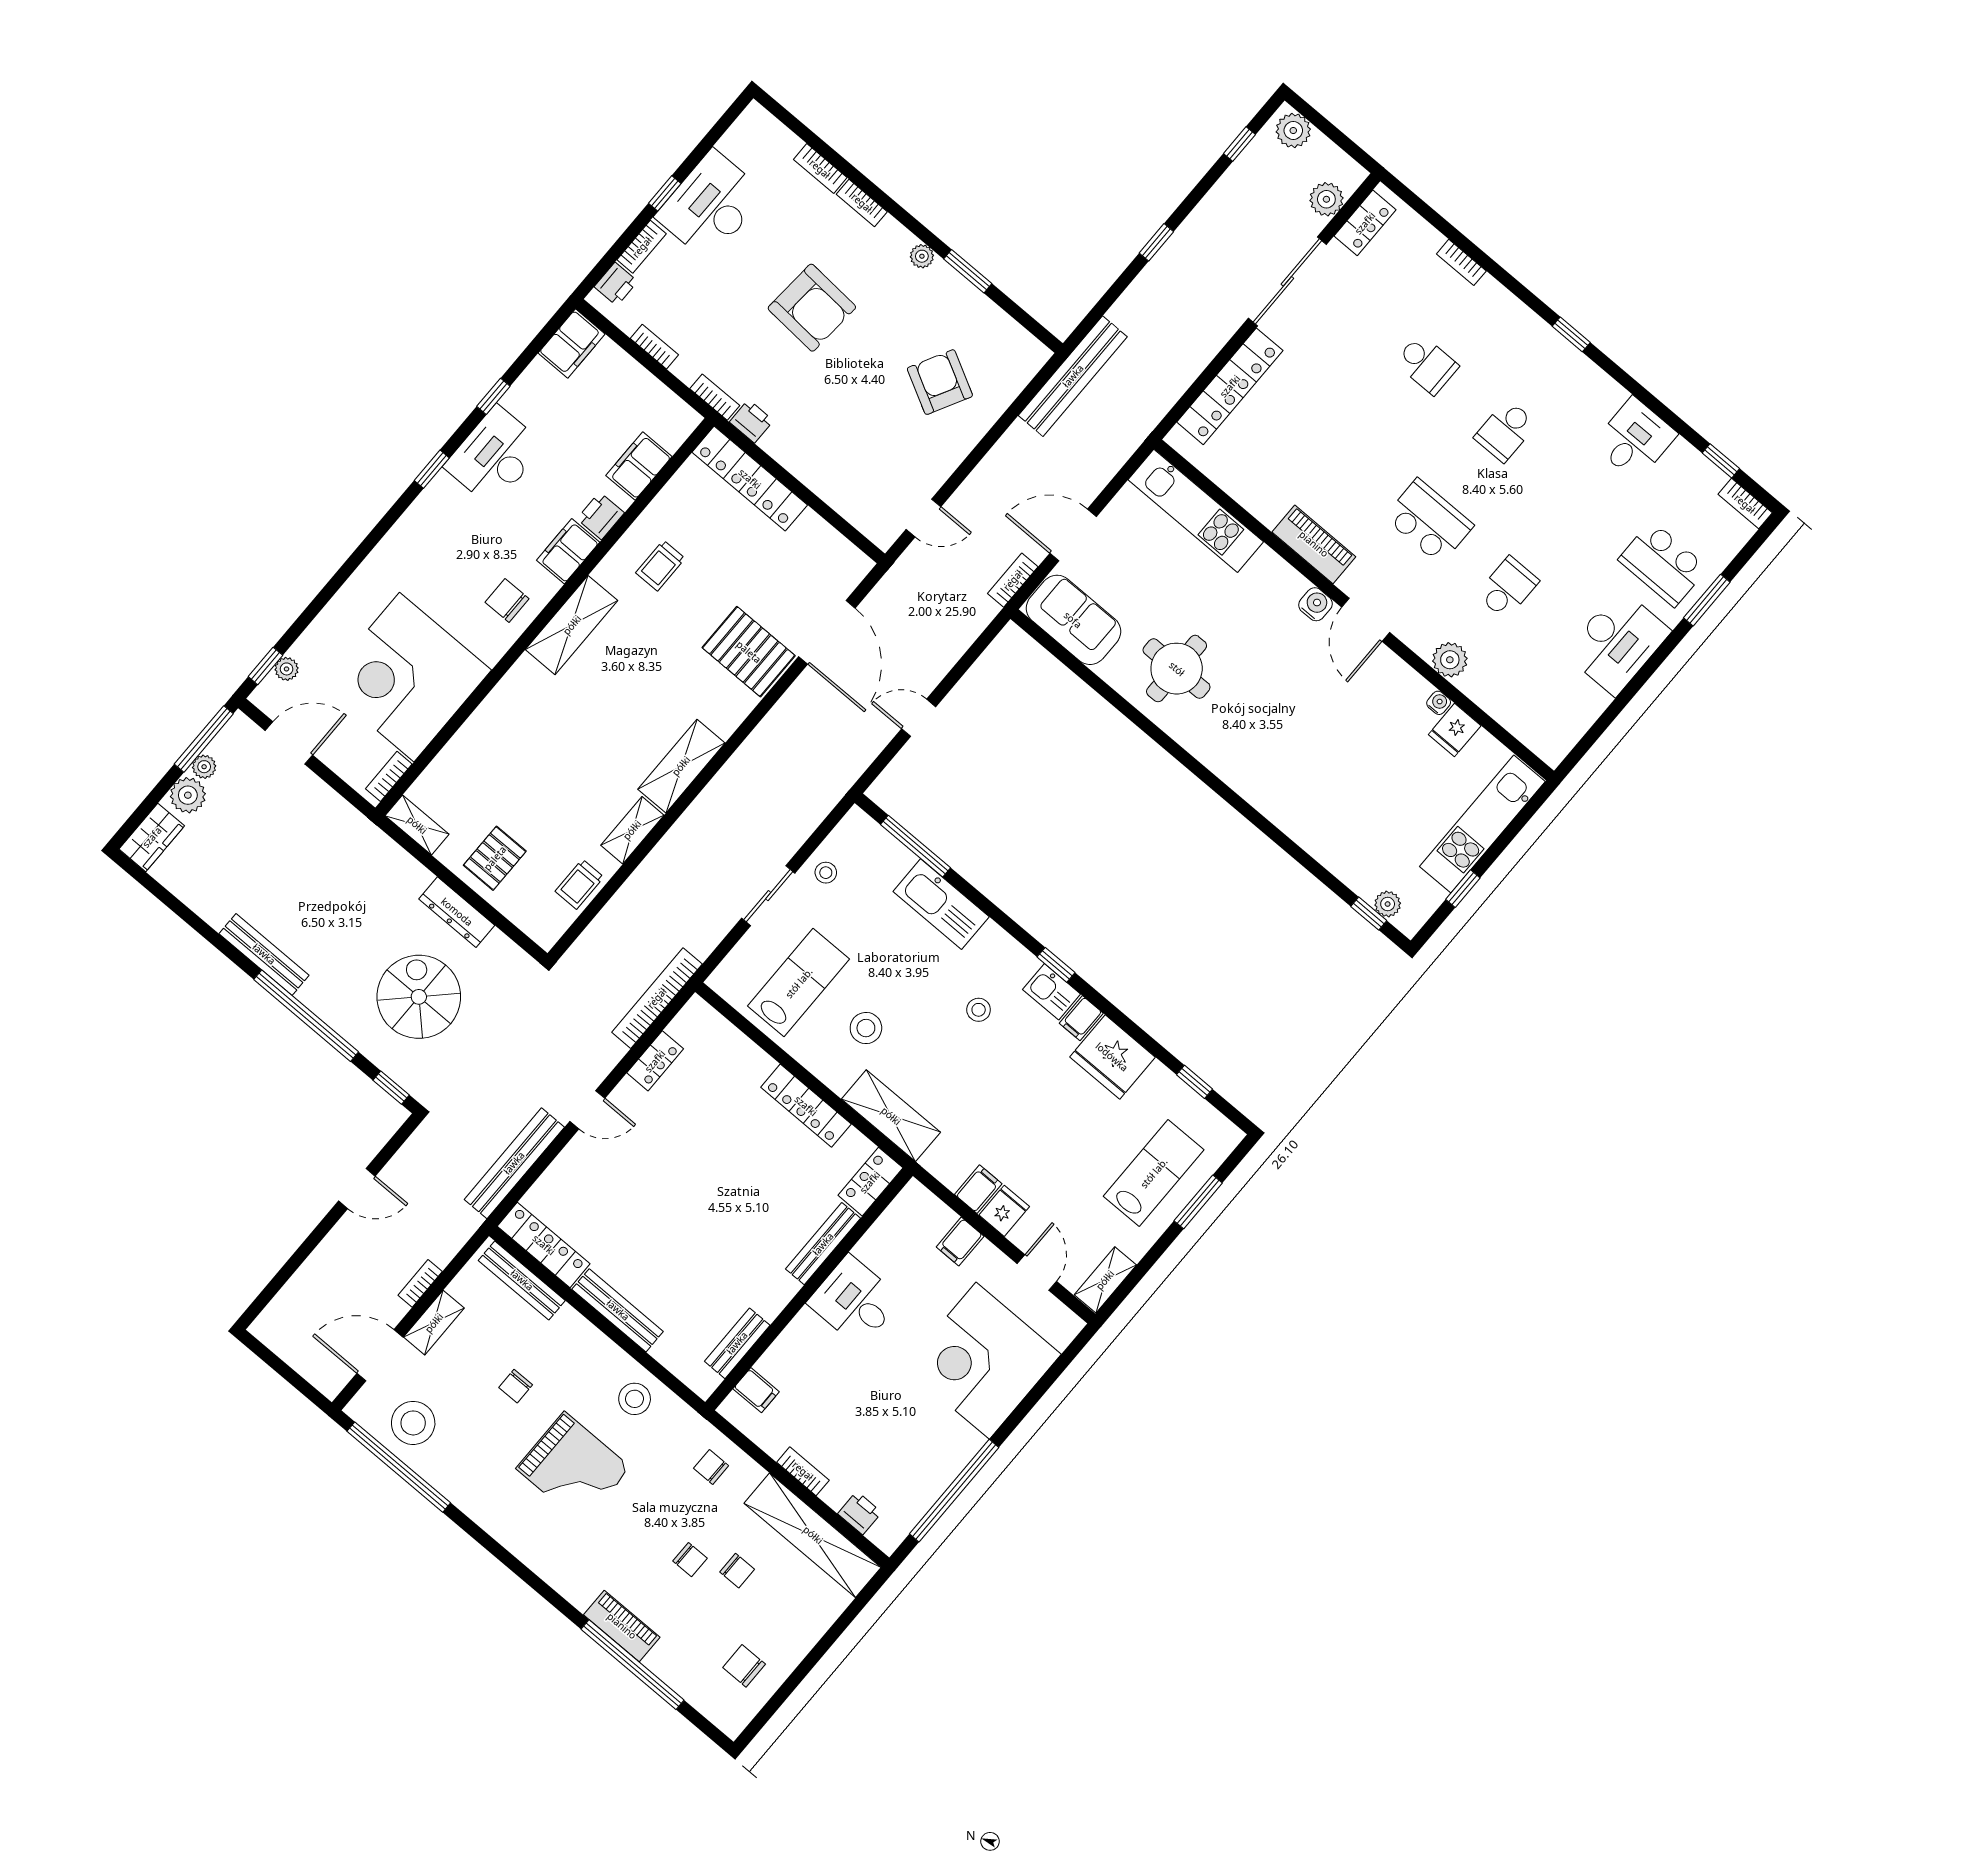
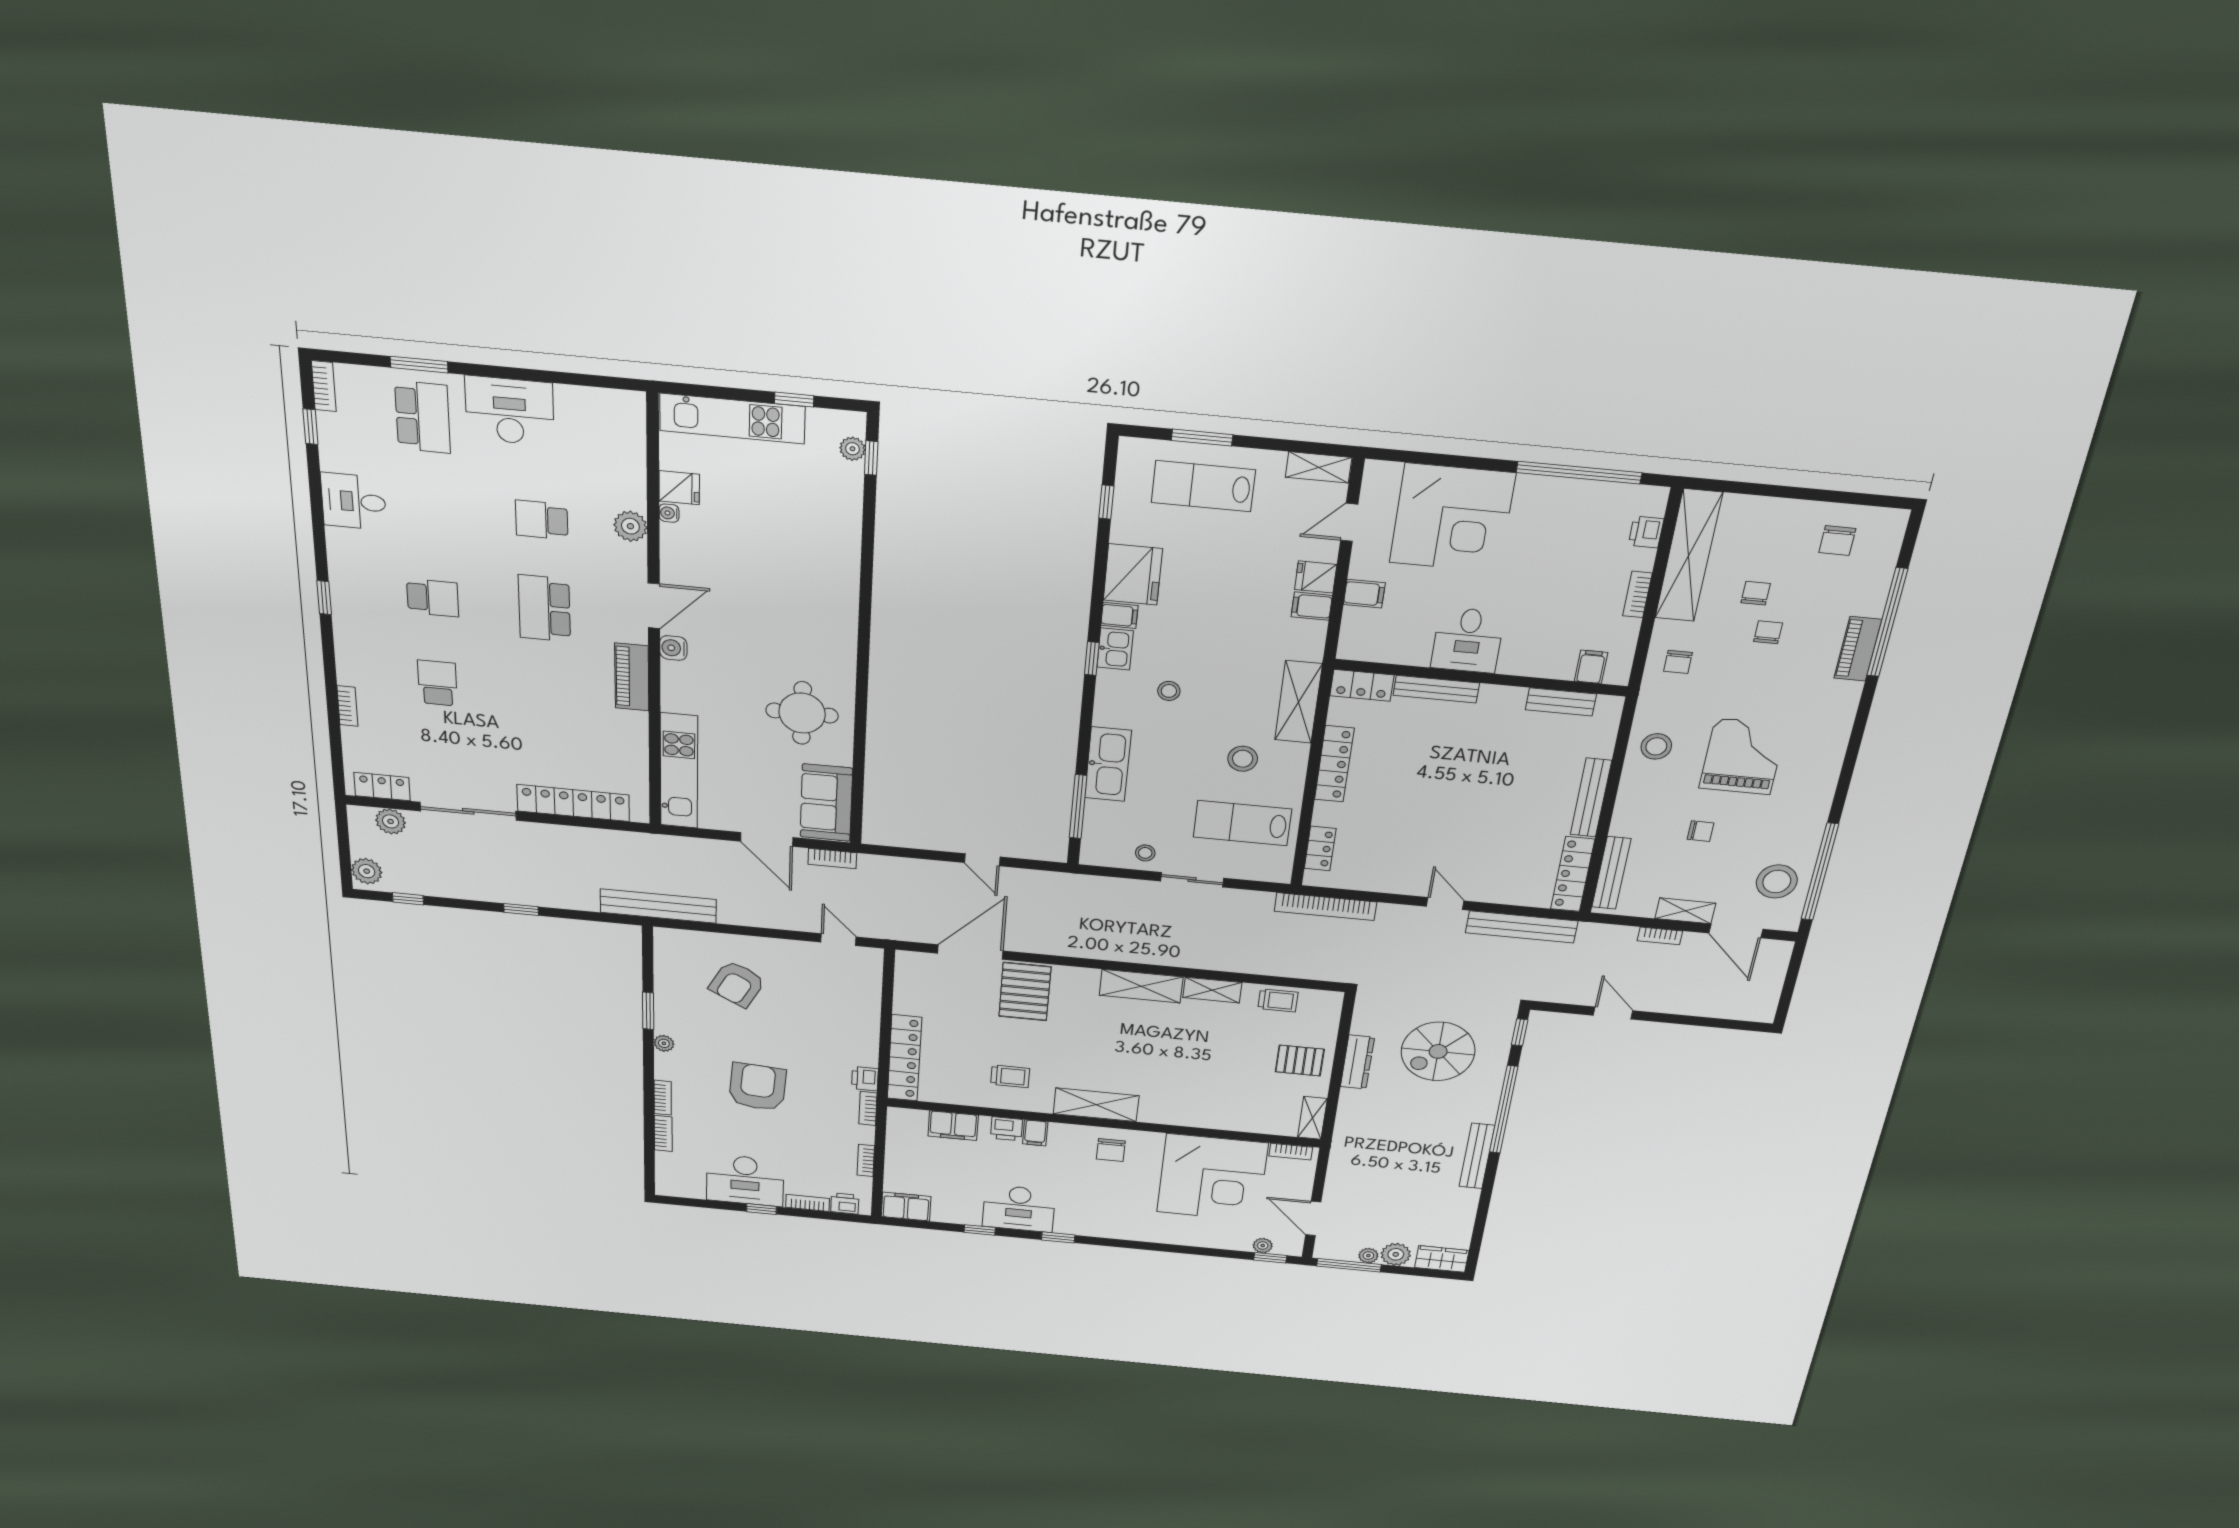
filing cabinet: (568, 551) -> (1035, 1133), width x0.50
locker: (655, 1061) -> (1320, 848), moved, turned 90

